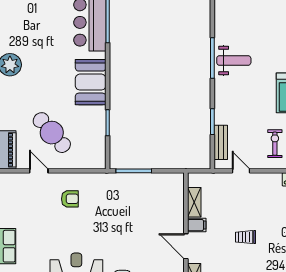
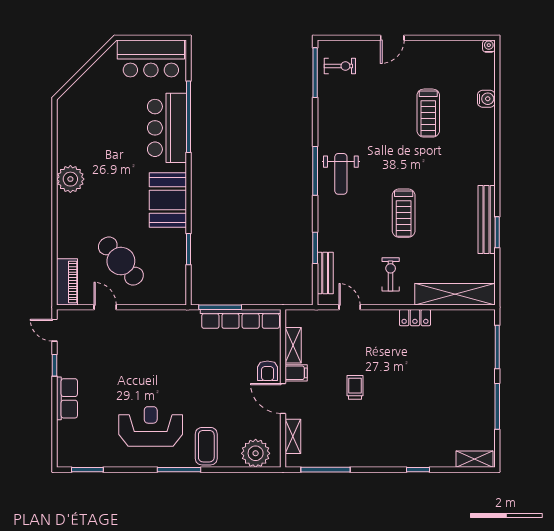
weight bench: (234, 60) -> (341, 174), turned 90
row of seats: (151, 180) -> (241, 319), added
armchair: (70, 199) -> (268, 371), moved, turned 90
trolley: (245, 237) -> (355, 387), turned 90

